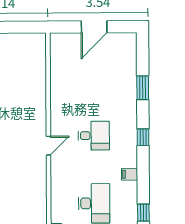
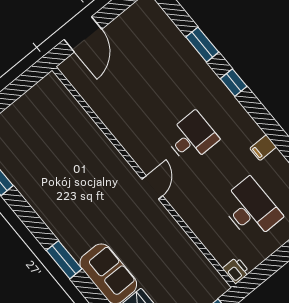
door: (94, 27) -> (83, 34), moved
window: (143, 137) -> (234, 83), moved

